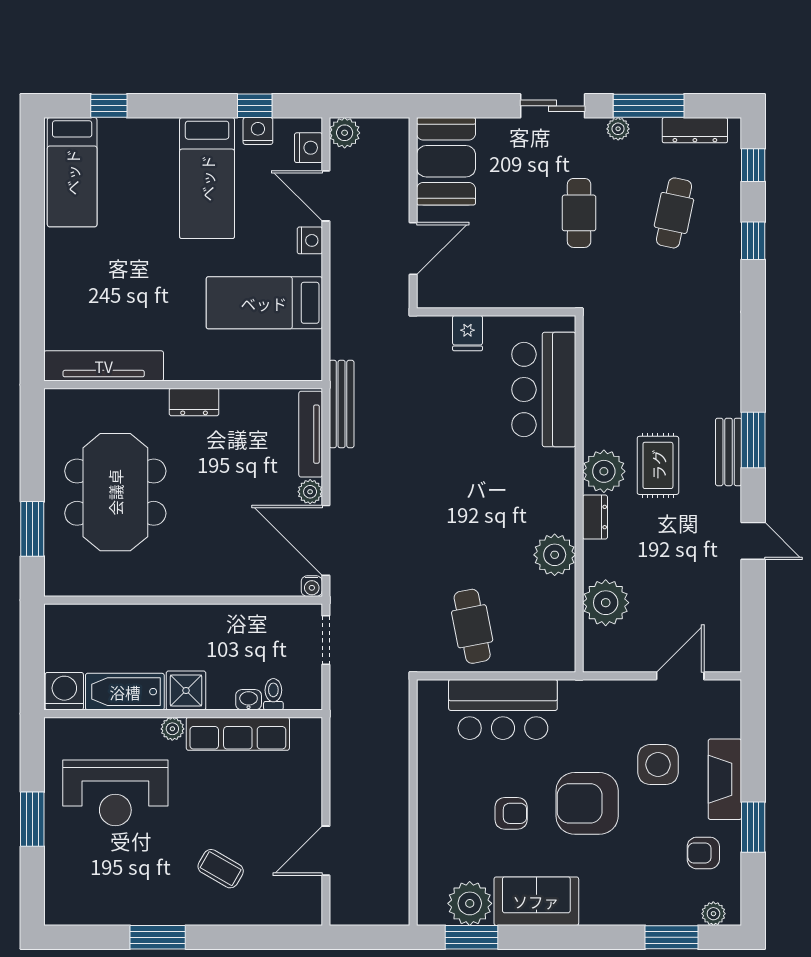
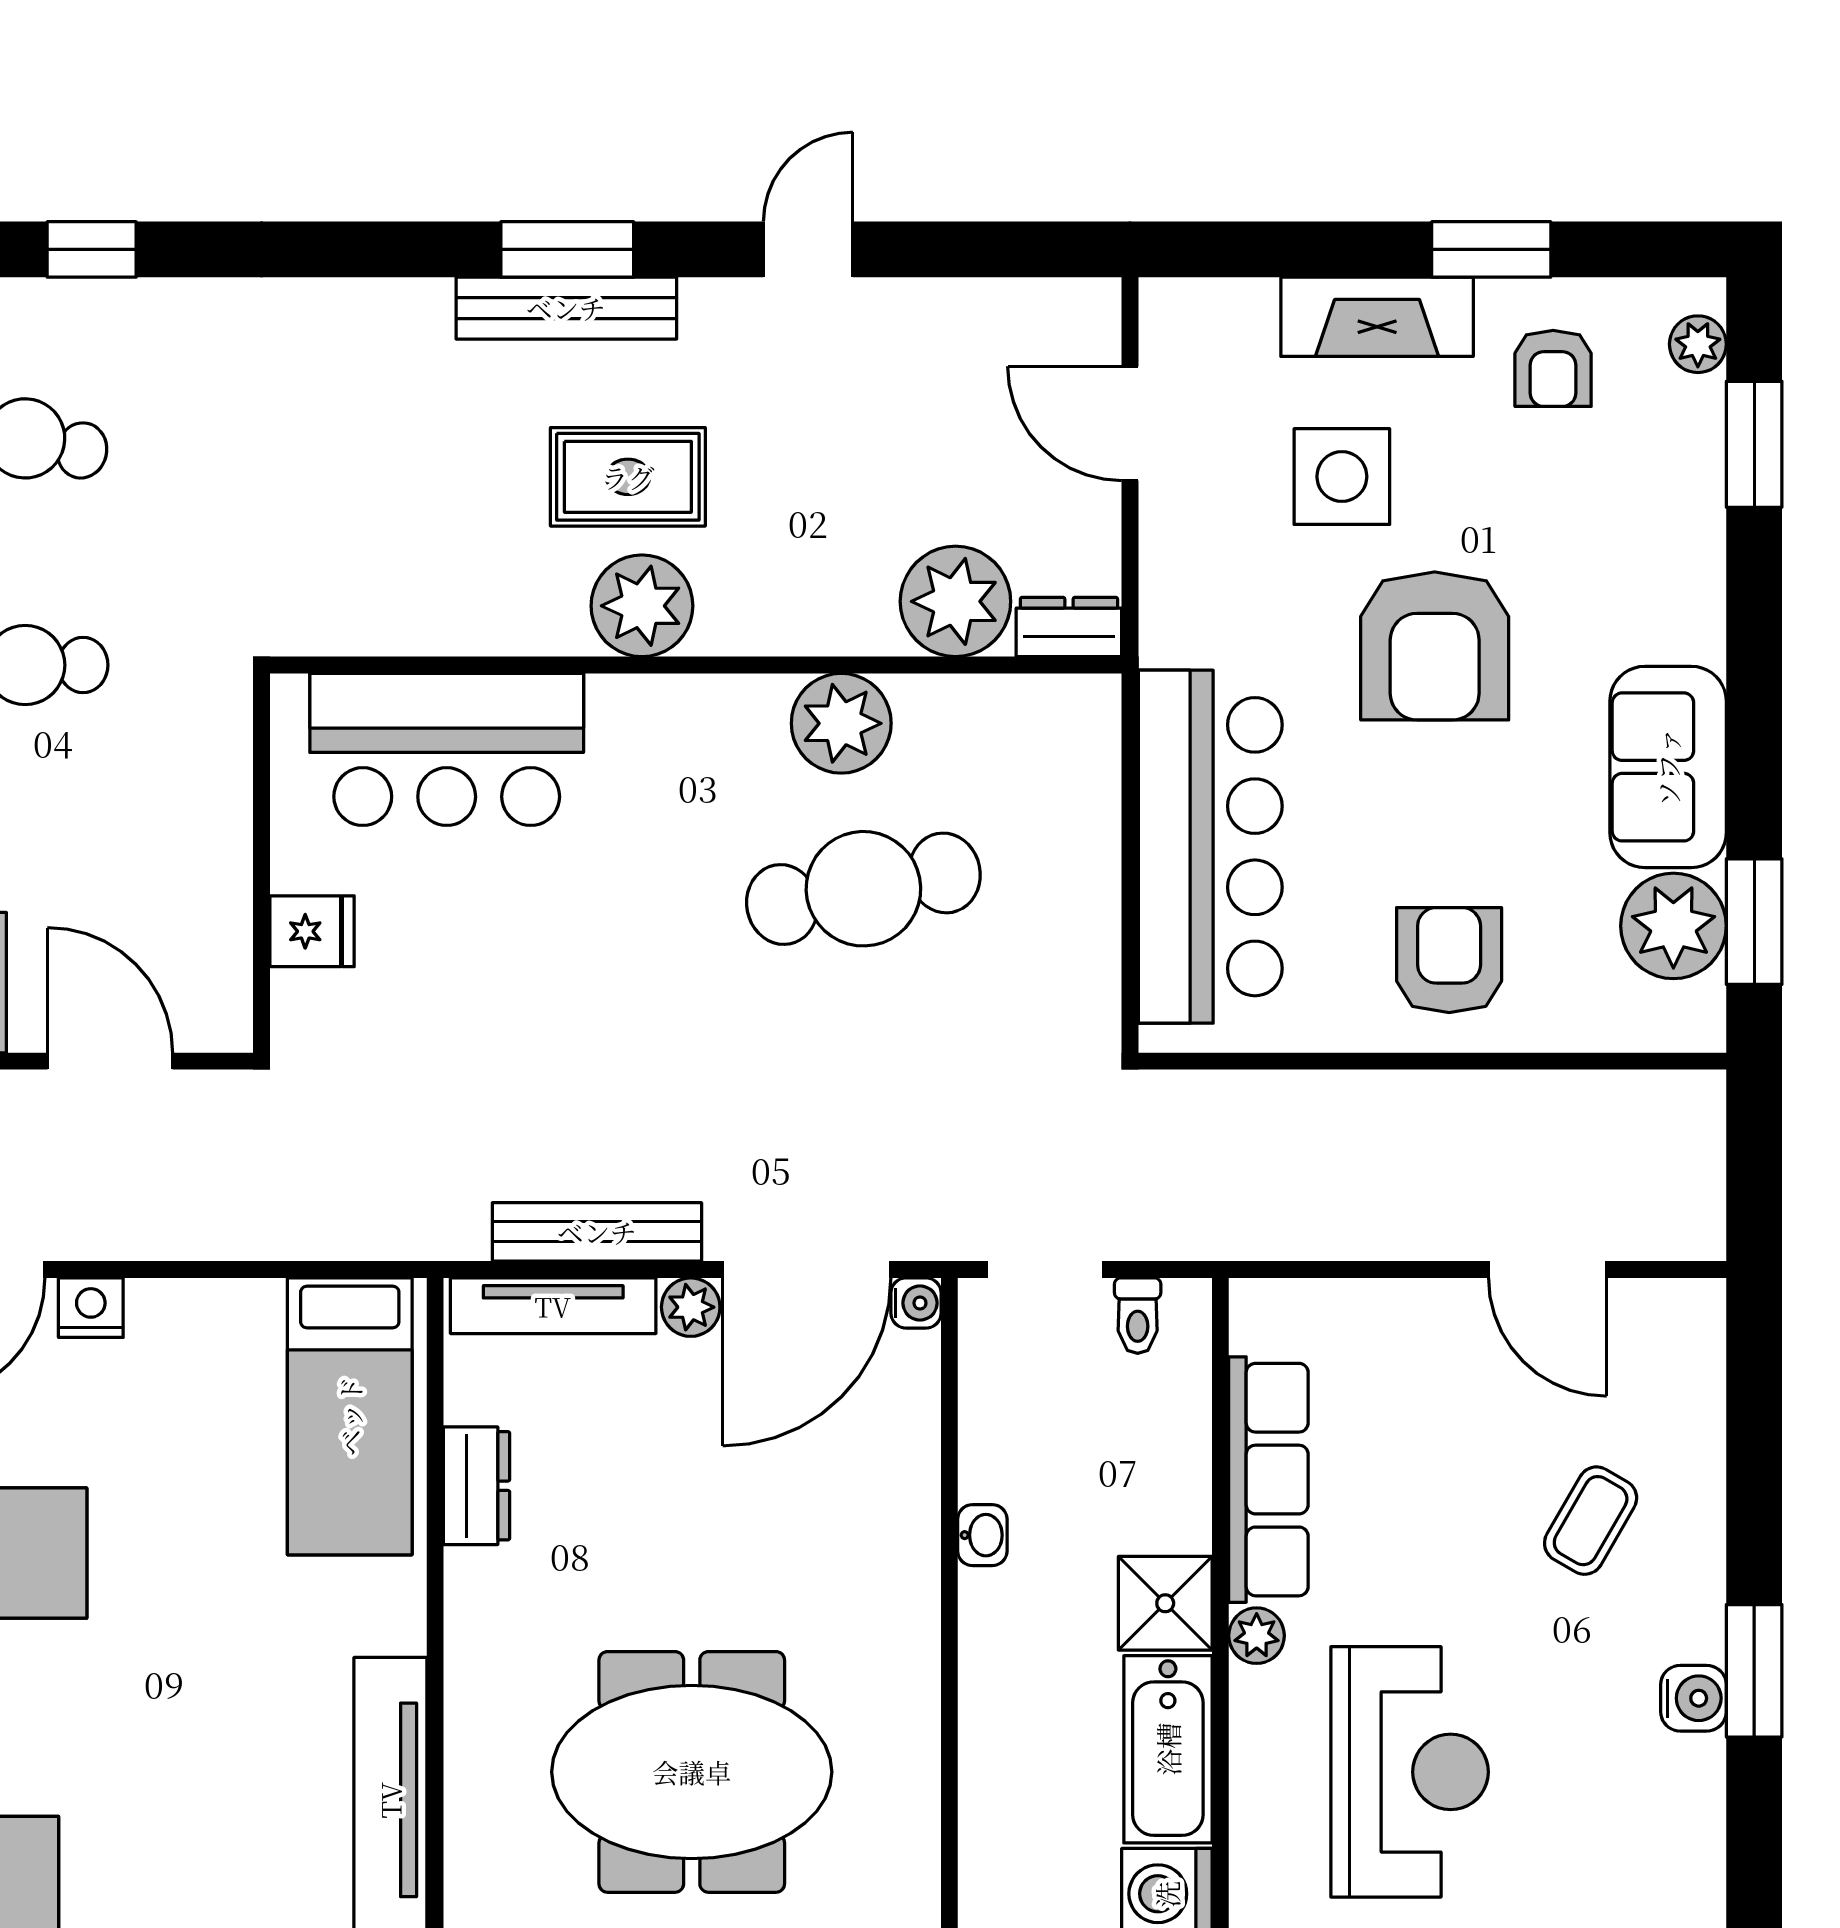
bed: (264, 303) -> (350, 1416), moved
dresser: (194, 402) -> (477, 1486), moved
bench: (342, 404) -> (597, 1232), moved
bench: (729, 452) -> (566, 308), width x1.36
dresser: (595, 517) -> (1069, 627), moved
cafe table: (472, 626) -> (863, 889), moved, width x1.37, depth x1.35
toilet: (273, 694) -> (1138, 1316), moved, turned -90
washbasin: (249, 700) -> (982, 1535), moved, turned 180
bar counter: (503, 709) -> (1210, 847), width x1.36
armchair: (511, 813) -> (1449, 960), moved, width x1.38, depth x1.38
water cooler: (146, 912) -> (1693, 1698), added

